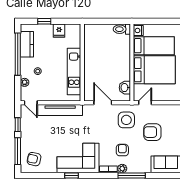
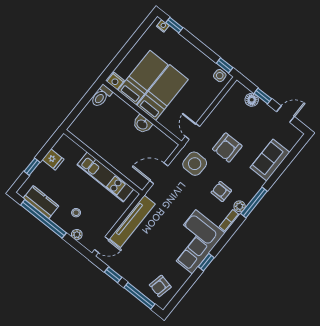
bed: (154, 70) -> (163, 92), width x0.67
washbasin: (125, 88) -> (142, 124), moved

